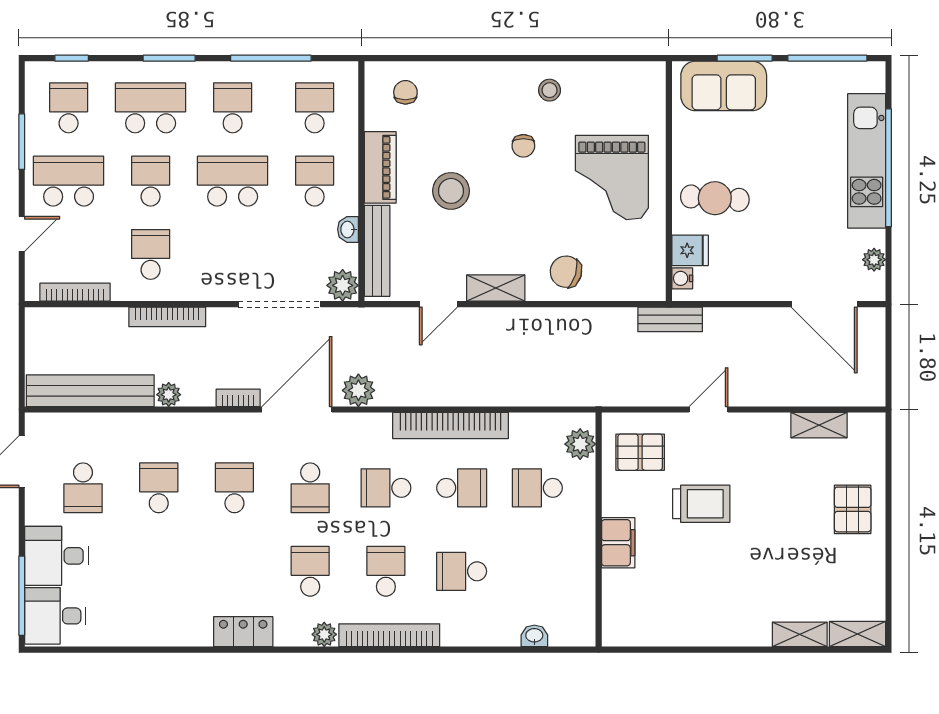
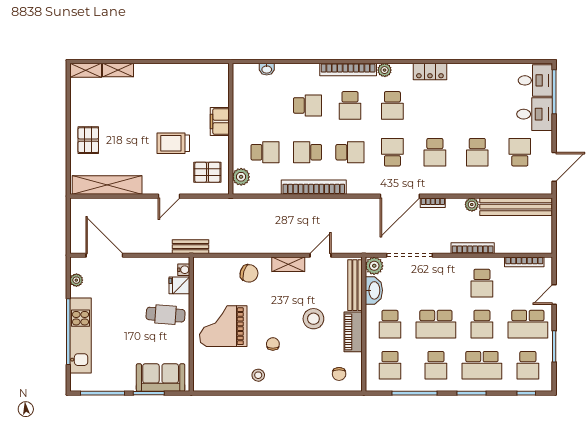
grand piano: (612, 177) -> (223, 326), turned -90
washbasin: (348, 229) -> (374, 290), width x1.91, depth x1.45
plant: (358, 390) -> (365, 207), removed
shelving: (819, 425) -> (107, 185), width x2.20, depth x1.33

